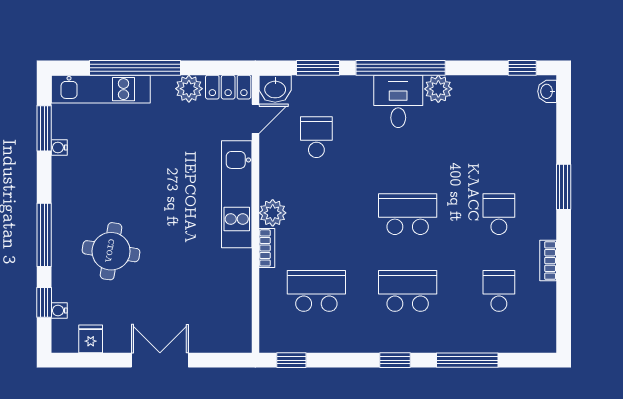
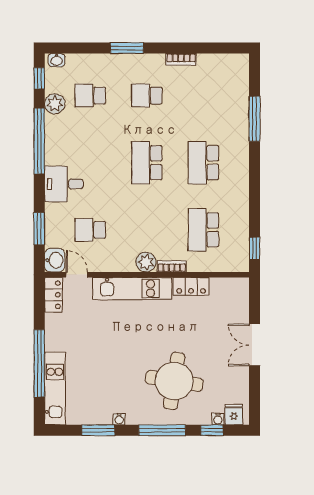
window: (401, 68) -> (39, 141), moved
plant: (189, 89) -> (55, 324), removed
plant: (438, 89) -> (55, 104), moved
desk: (398, 101) -> (64, 184), moved
window: (44, 128) -> (98, 430), moved
water cooler: (59, 148) -> (119, 419), moved
round table: (111, 251) -> (174, 381), width x1.36, depth x1.36
locker: (240, 274) -> (191, 286), added
school desk: (499, 291) -> (90, 96), moved
fridge: (91, 339) -> (234, 415), moved, turned 90
window: (395, 360) -> (254, 172), removed

